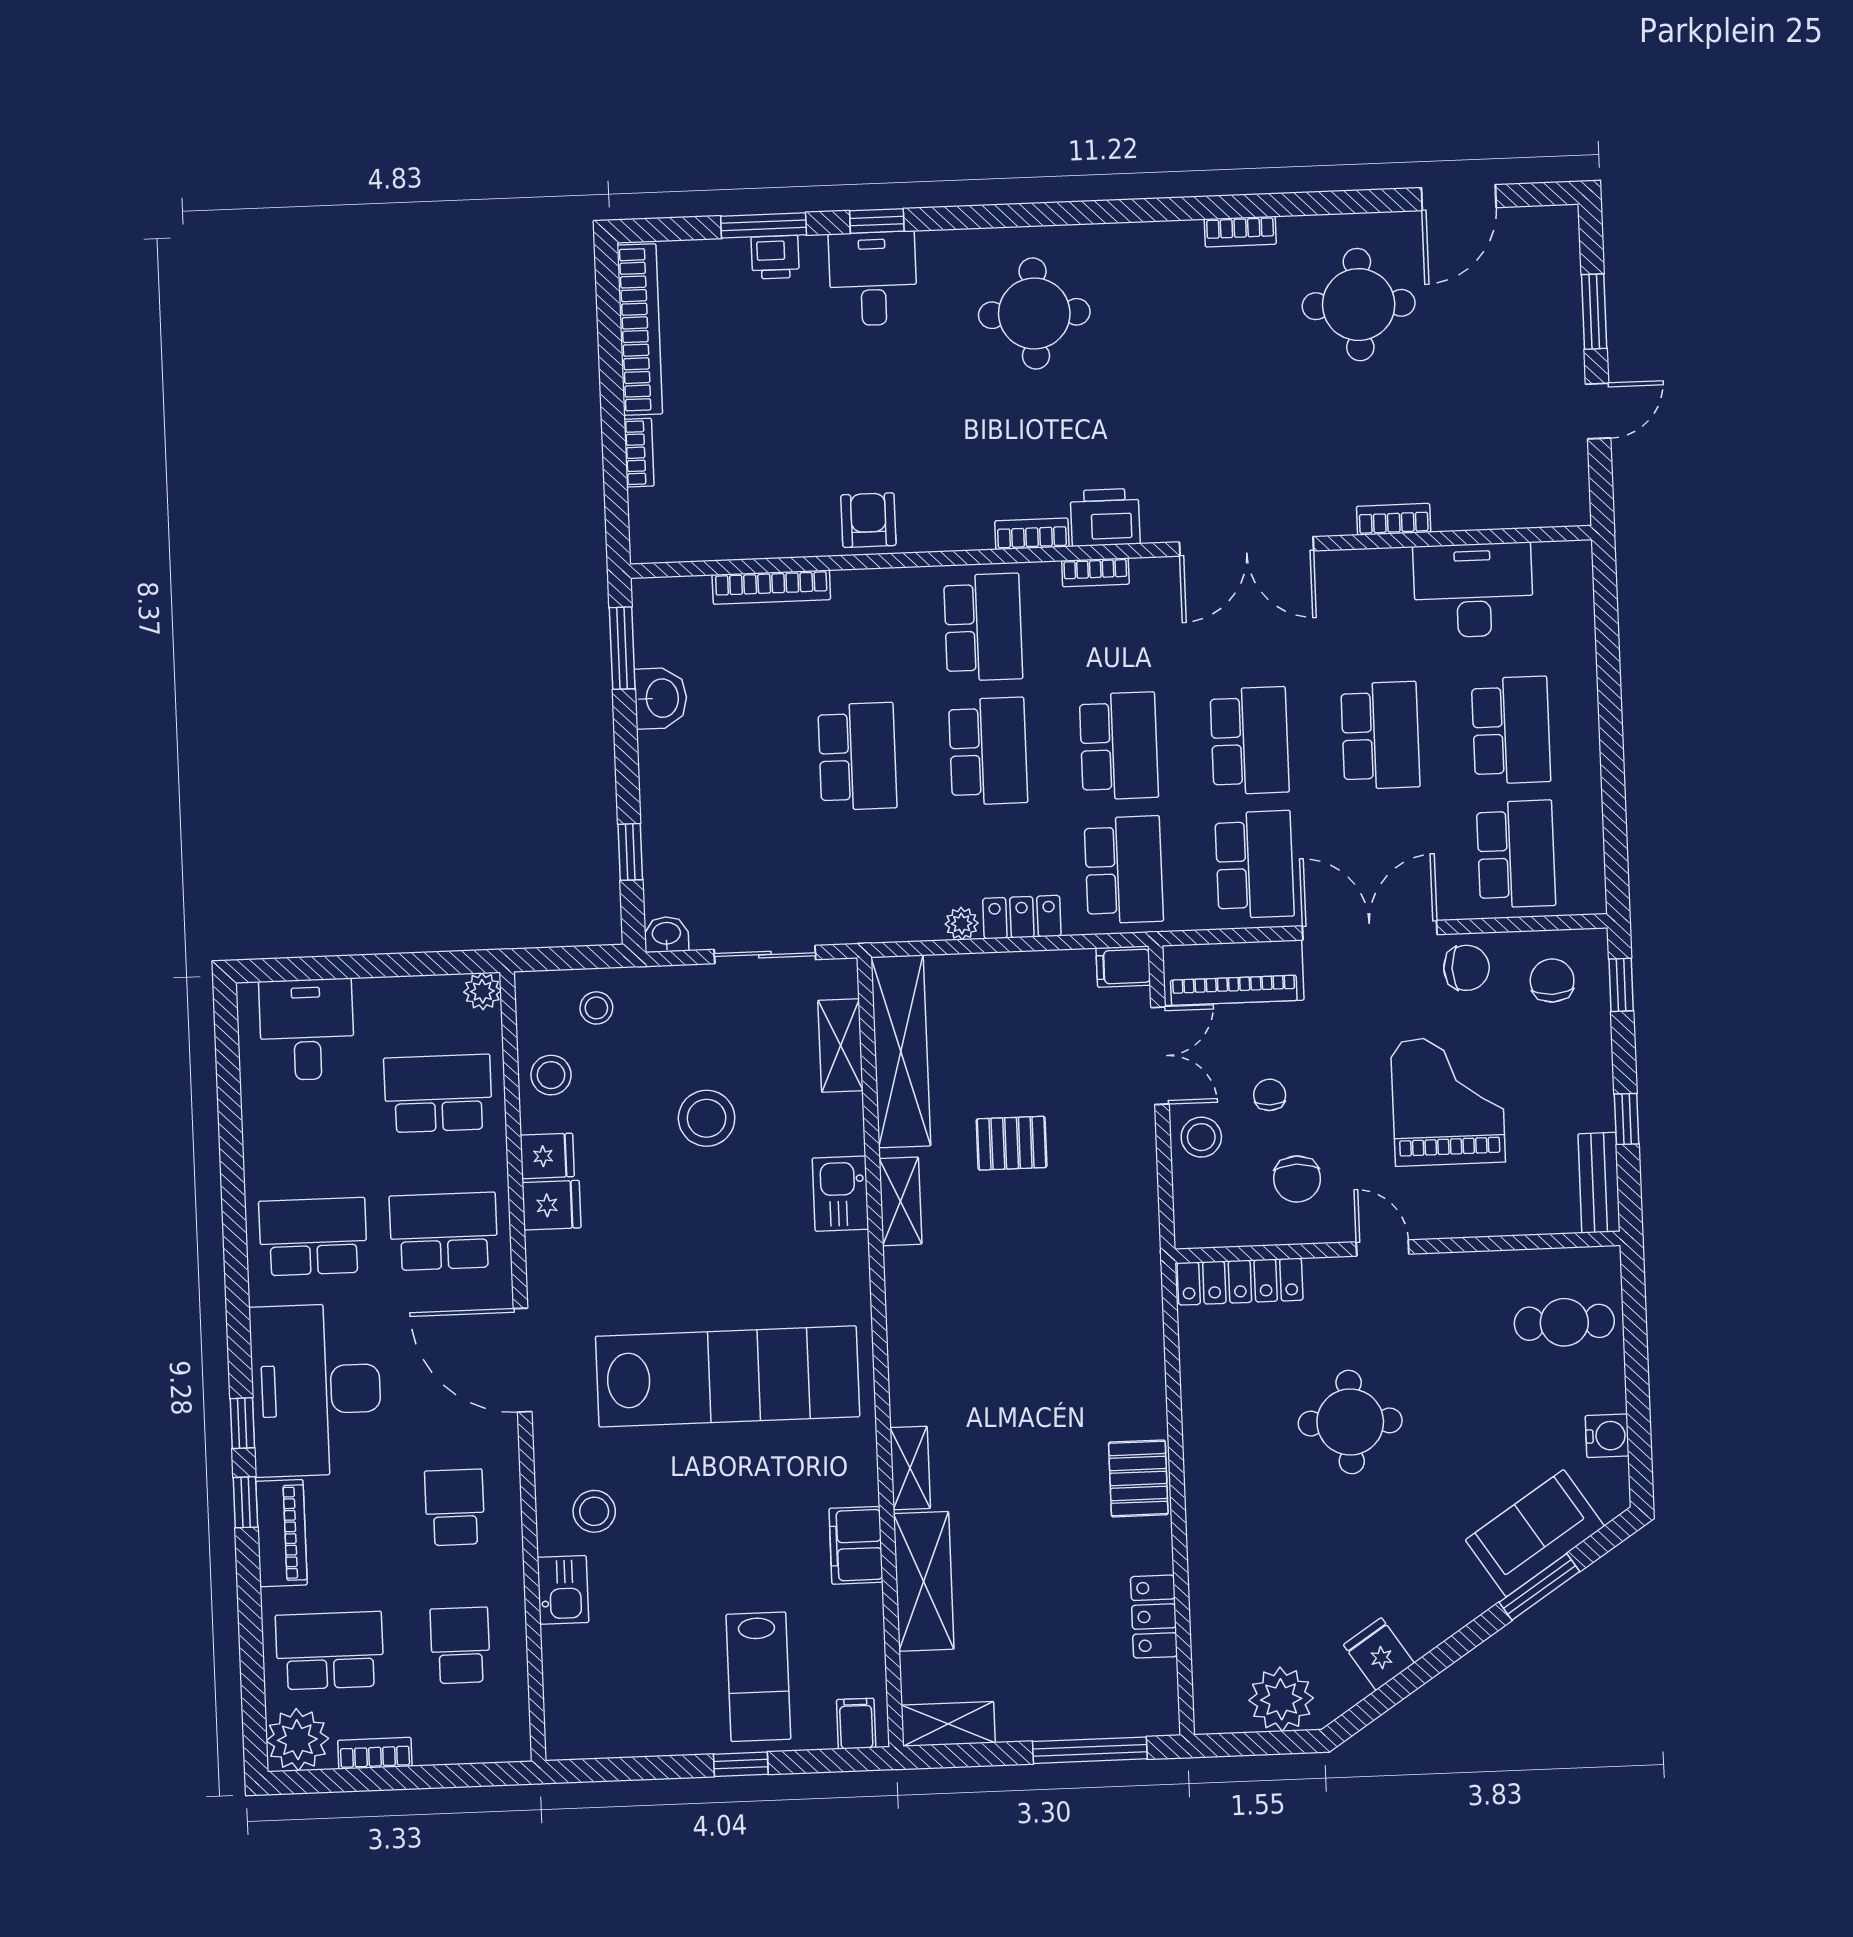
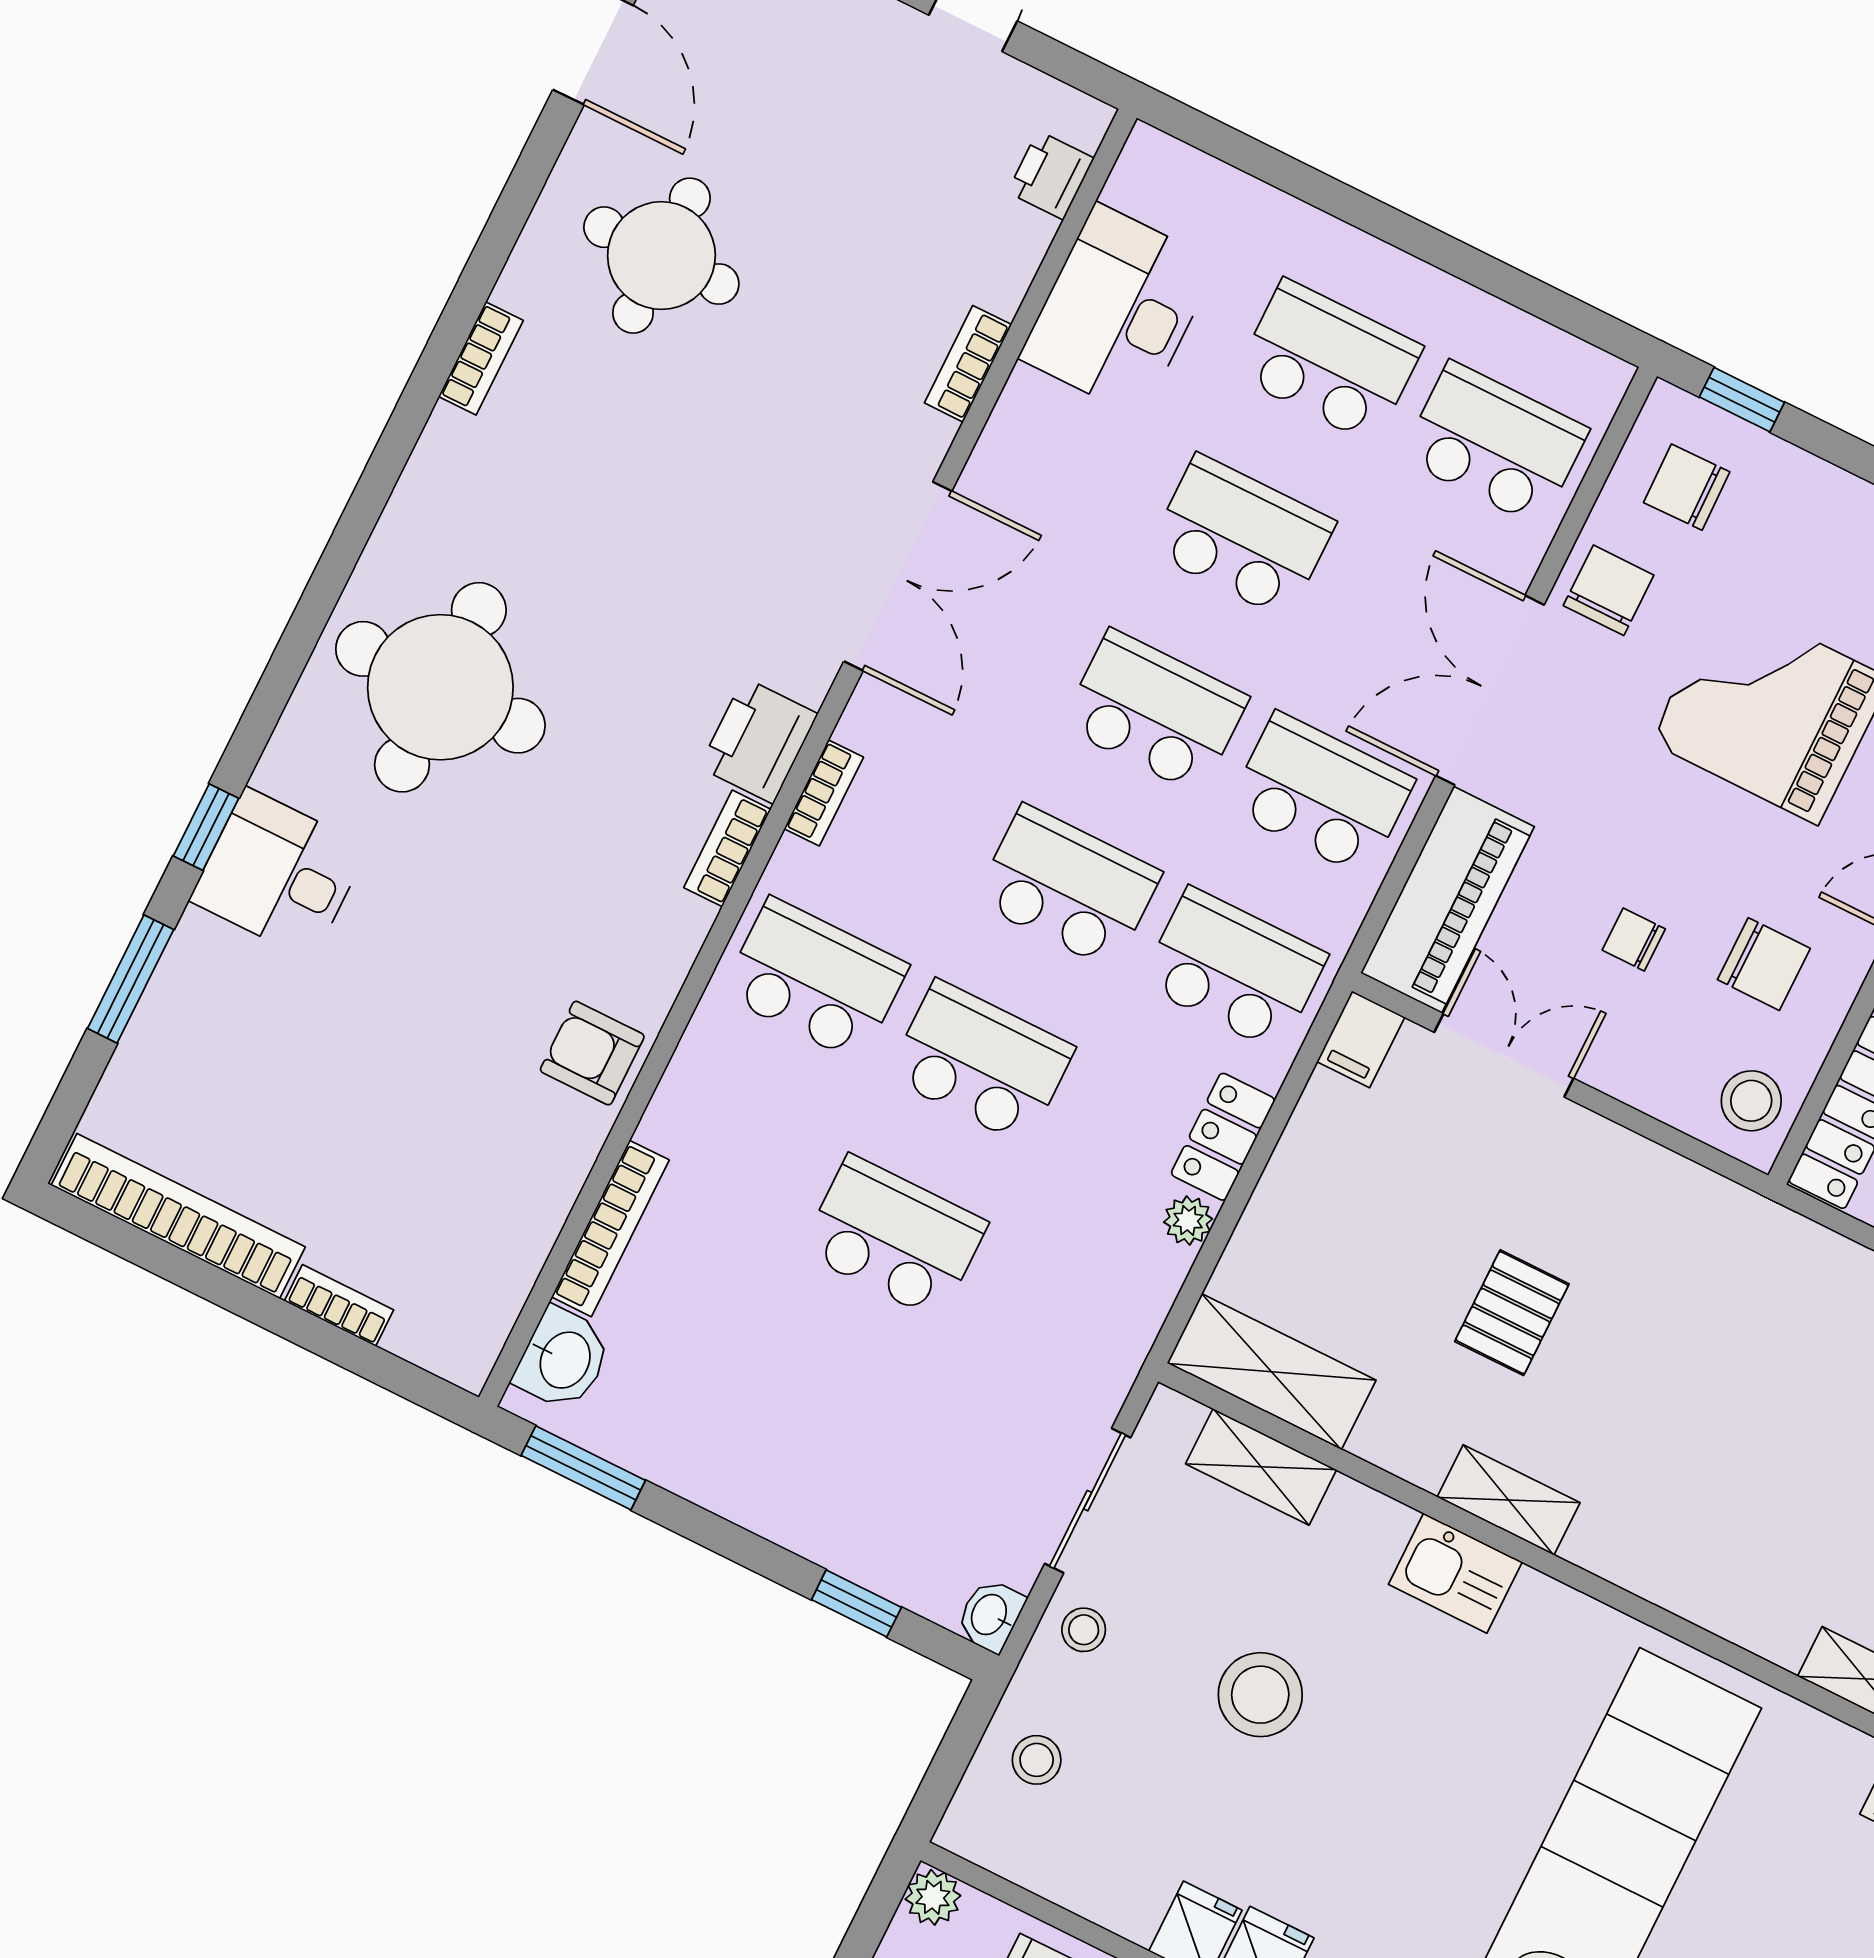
printer: (775, 257) -> (1051, 175), moved, turned 180
round table: (1034, 314) -> (440, 687), width x1.36, depth x1.36
washbasin: (661, 698) -> (563, 1359), moved, turned 90
shelving: (901, 1051) -> (1271, 1372), width x0.68
stool: (551, 1075) -> (1084, 1630), moved, width x0.73, depth x0.73
stool: (1201, 1137) -> (1751, 1101), moved

